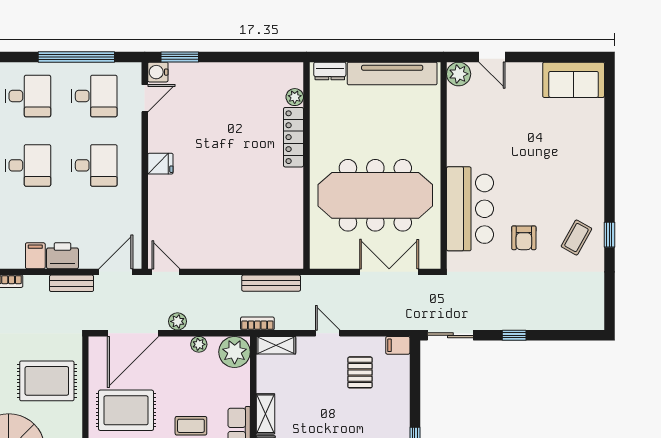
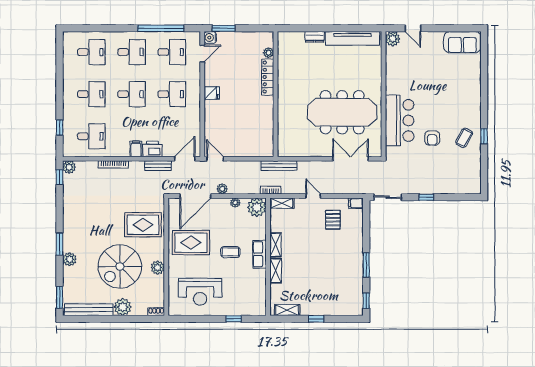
plant: (295, 97) -> (268, 53), moved
locker: (293, 137) -> (268, 77), moved
wall: (306, 165) -> (276, 94), moved

